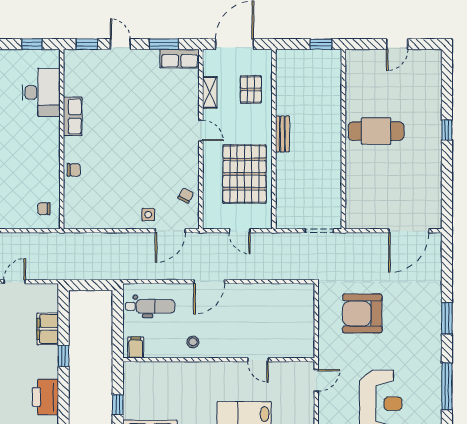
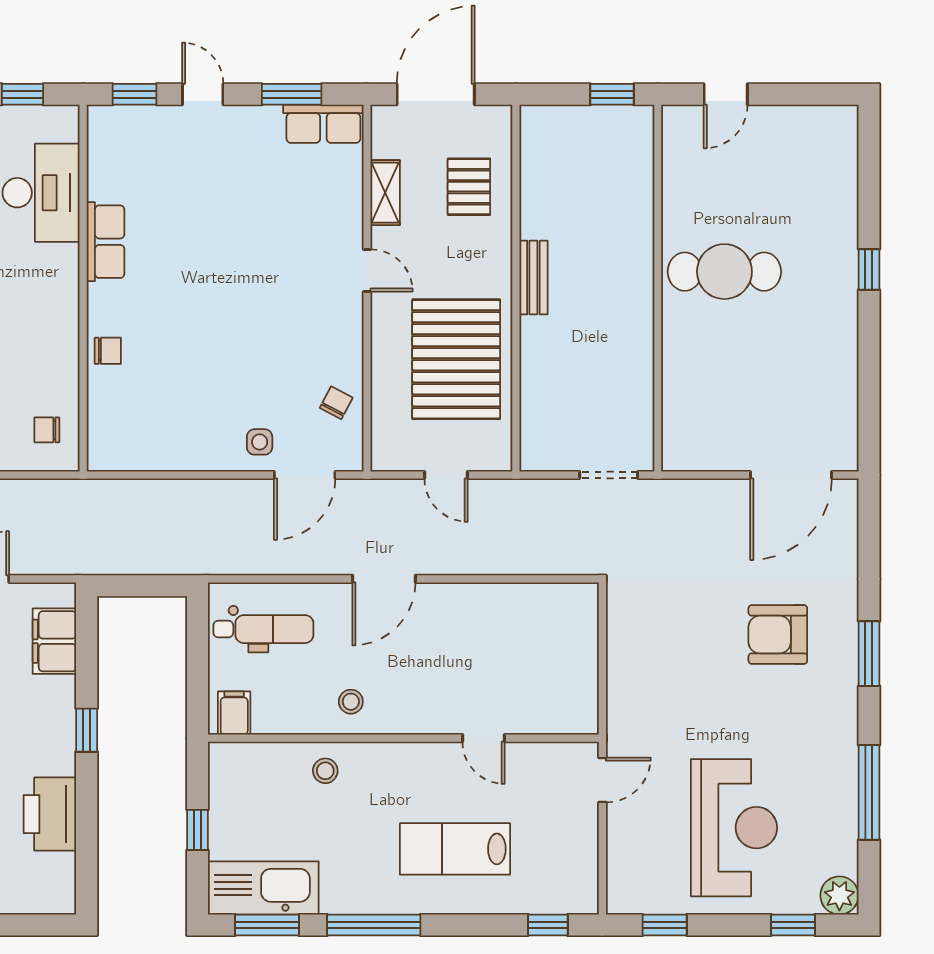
door: (397, 44) -> (726, 94), moved
armchair: (362, 313) -> (778, 635), moved, width x0.73, depth x0.73
filing cabinet: (48, 329) -> (54, 641), moved
stool: (180, 376) -> (325, 771), added

